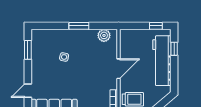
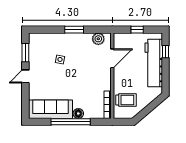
window: (156, 26) -> (137, 30), moved
door: (119, 69) -> (112, 58), moved
door: (28, 91) -> (25, 76), moved

